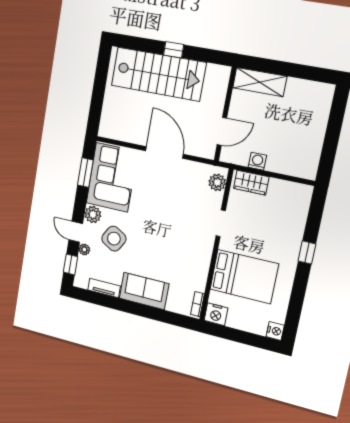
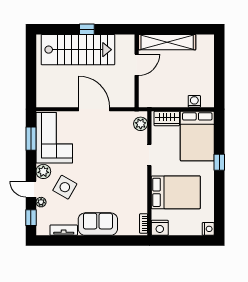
shelving: (260, 82) -> (167, 42), width x1.47
door: (222, 131) -> (137, 65), moved
washing machine: (257, 161) -> (194, 101), moved
bed: (286, 213) -> (197, 136), added

